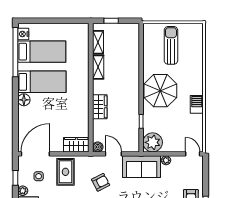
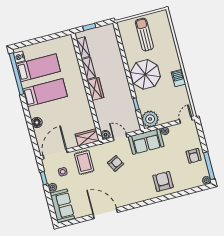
floor lamp: (24, 100) -> (37, 123), moved
wardrobe: (100, 107) -> (95, 89), moved
door: (193, 154) -> (186, 120), hinge flipped

